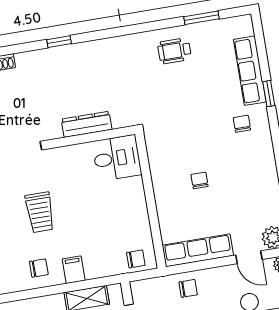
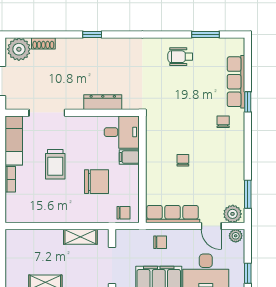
chair: (39, 268) -> (97, 182), moved, width x1.87, depth x1.87
filing cabinet: (74, 270) -> (129, 157), moved, turned -90

